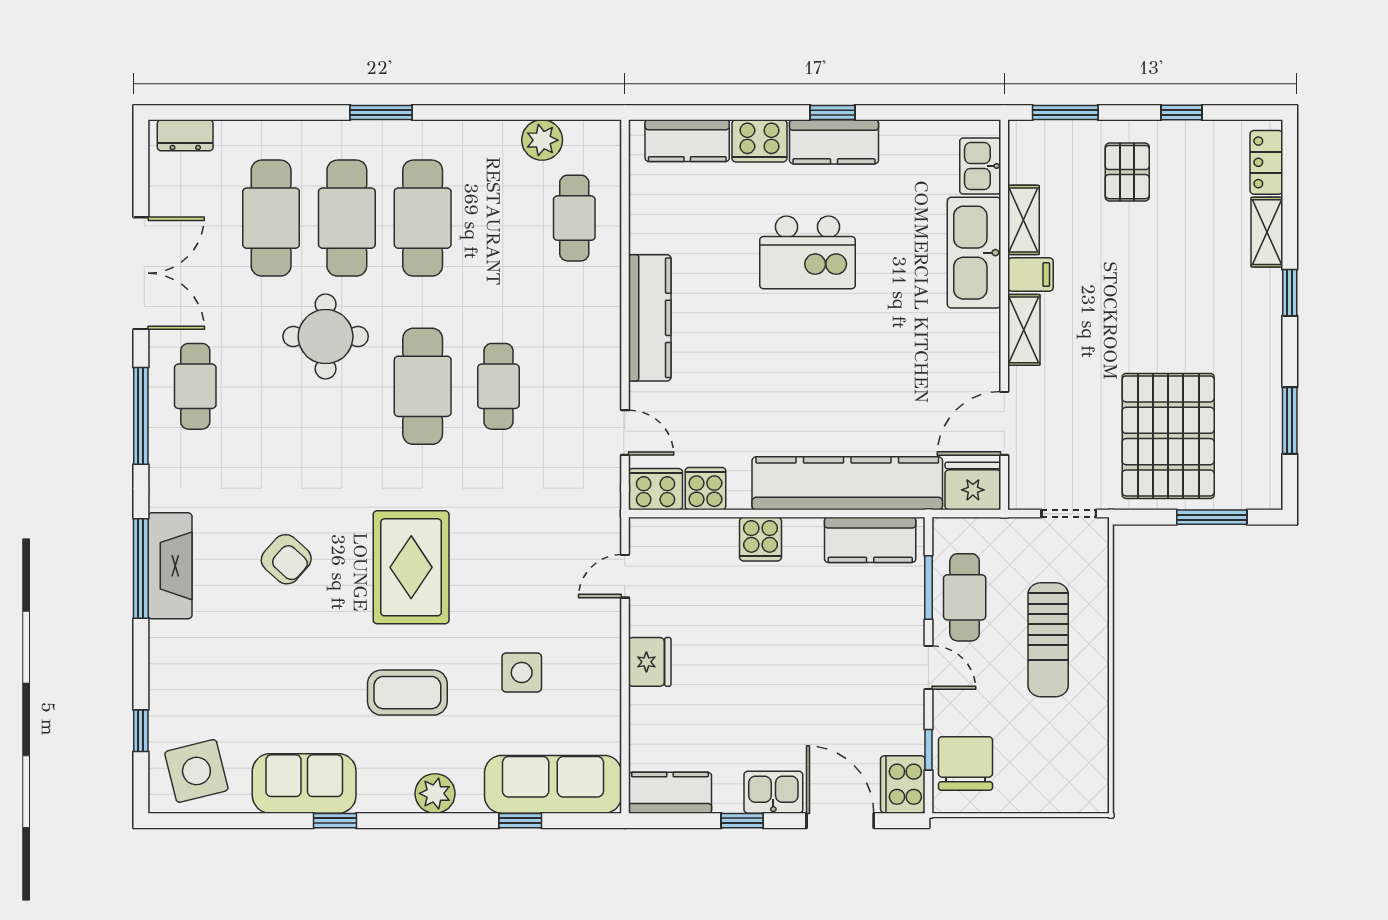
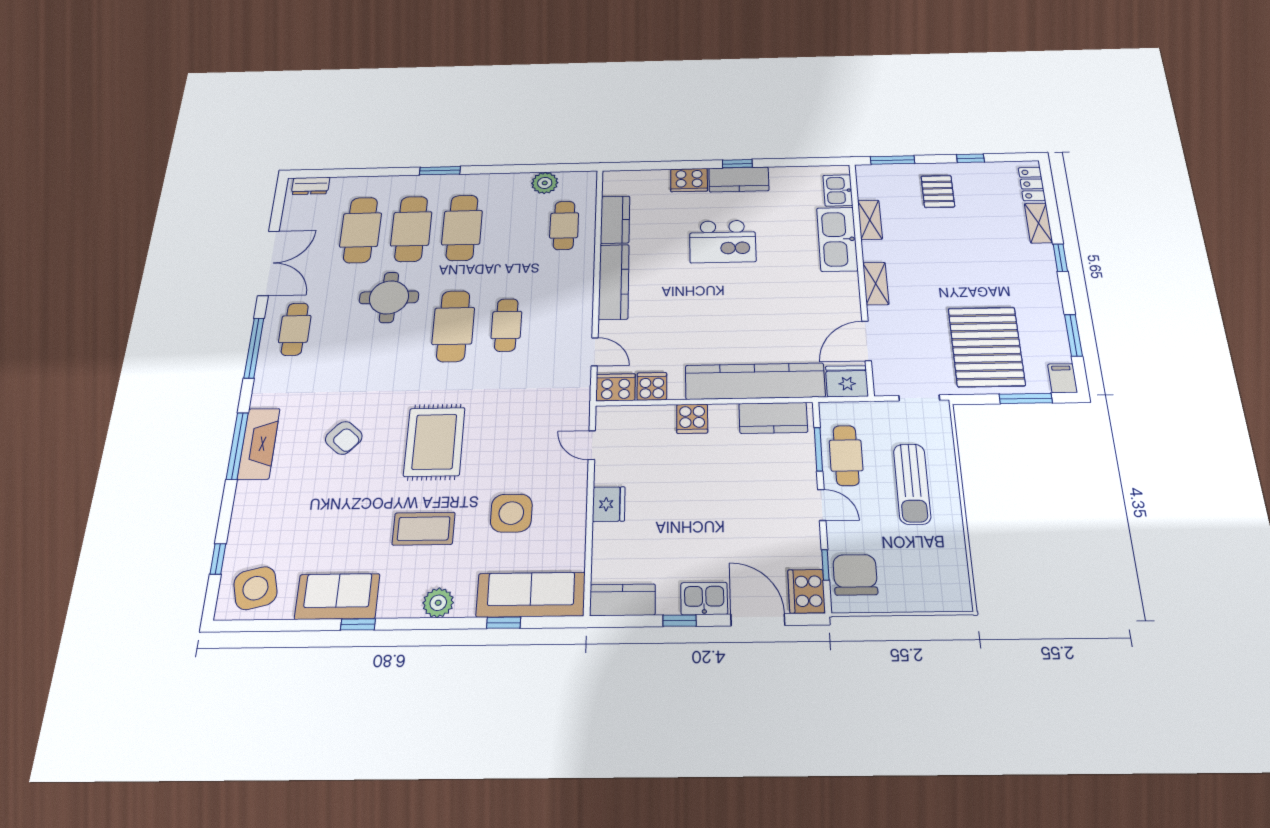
kitchen counter: (687, 141) -> (615, 220), moved, turned -90
filing cabinet: (1030, 275) -> (1062, 378), moved, turned -90
door: (625, 576) -> (592, 445), hinge flipped
side table: (522, 673) -> (511, 513), width x1.37, depth x1.37

